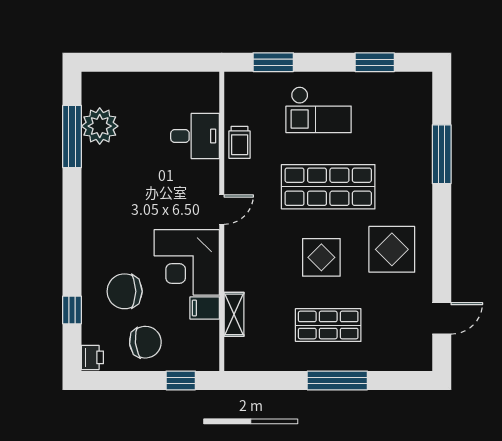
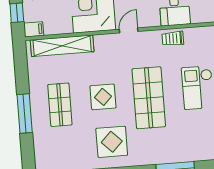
door: (222, 210) -> (129, 30), swing flipped
filing cabinet: (205, 308) -> (34, 29), moved, turned 90
shelving: (234, 314) -> (62, 46), width x2.20, depth x1.33

